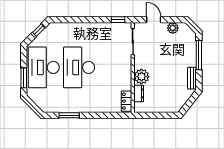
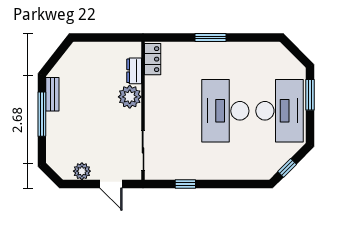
window: (118, 20) -> (185, 184), moved
window: (199, 55) -> (42, 114), moved
desk: (79, 67) -> (225, 111), turned 180
window: (69, 115) -> (210, 38), moved

